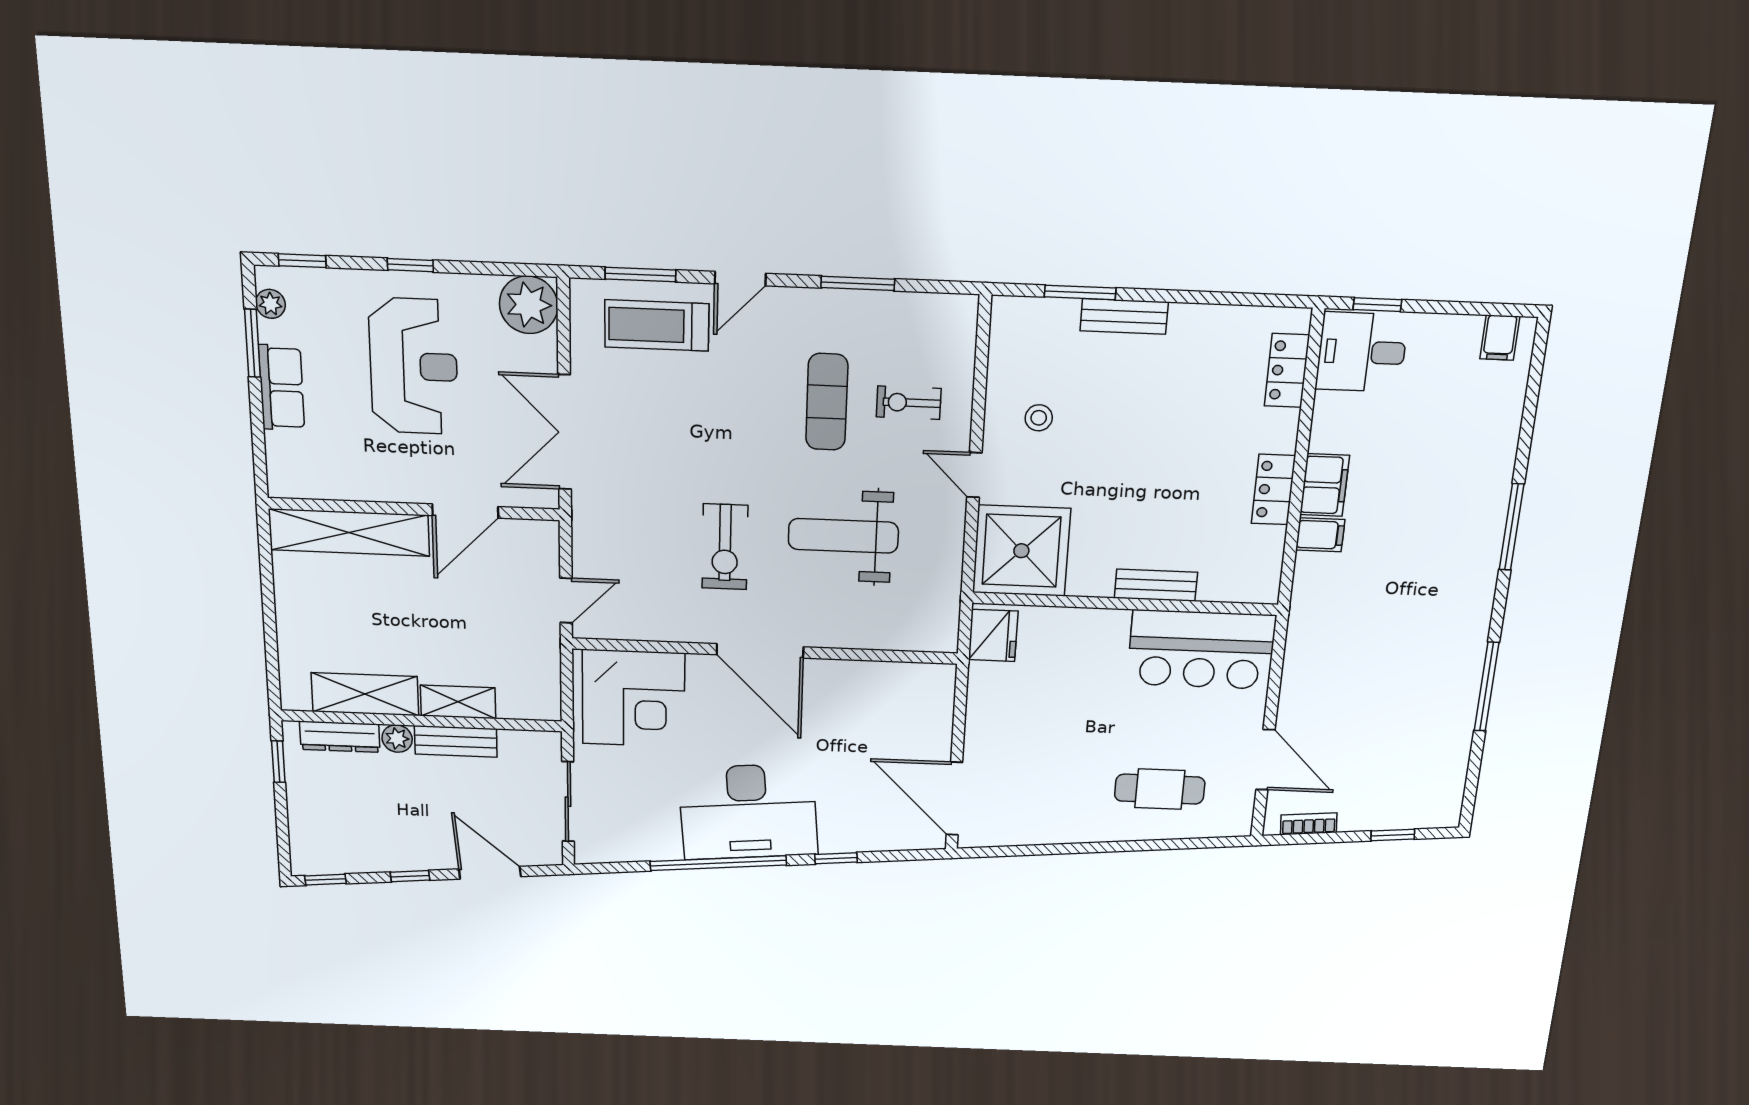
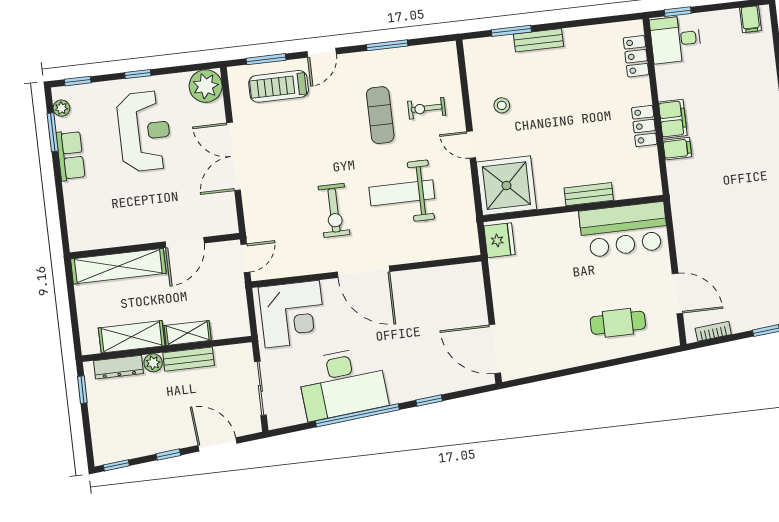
wall: (414, 509) -> (155, 246), moved
door: (465, 511) -> (185, 242), moved
shelving: (349, 532) -> (118, 266), moved
desk: (748, 812) -> (343, 383), moved

